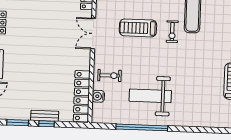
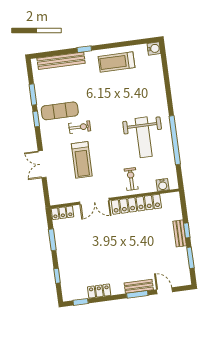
locker: (82, 96) -> (136, 204), moved
water cooler: (98, 96) -> (163, 185), moved

